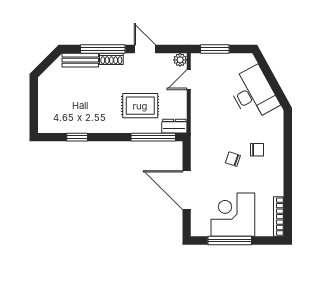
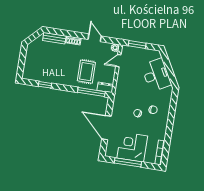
window: (103, 49) -> (69, 34), removed
rug: (140, 106) -> (86, 72), turned 90

